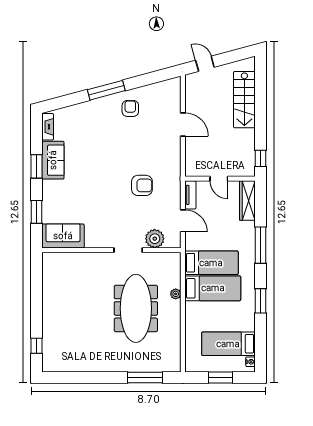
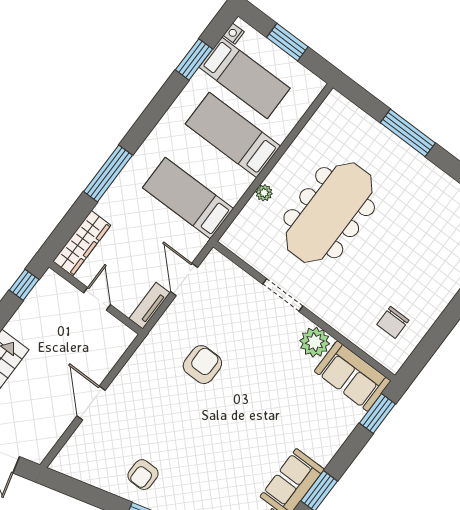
armchair: (142, 185) -> (202, 365), turned 90
window: (37, 212) -> (377, 414), moved
plant: (155, 239) -> (315, 342), moved
chair: (63, 278) -> (393, 322), added
bed: (213, 288) -> (233, 135), moved
window: (260, 301) -> (194, 59), moved
window: (145, 378) -> (408, 133), moved

